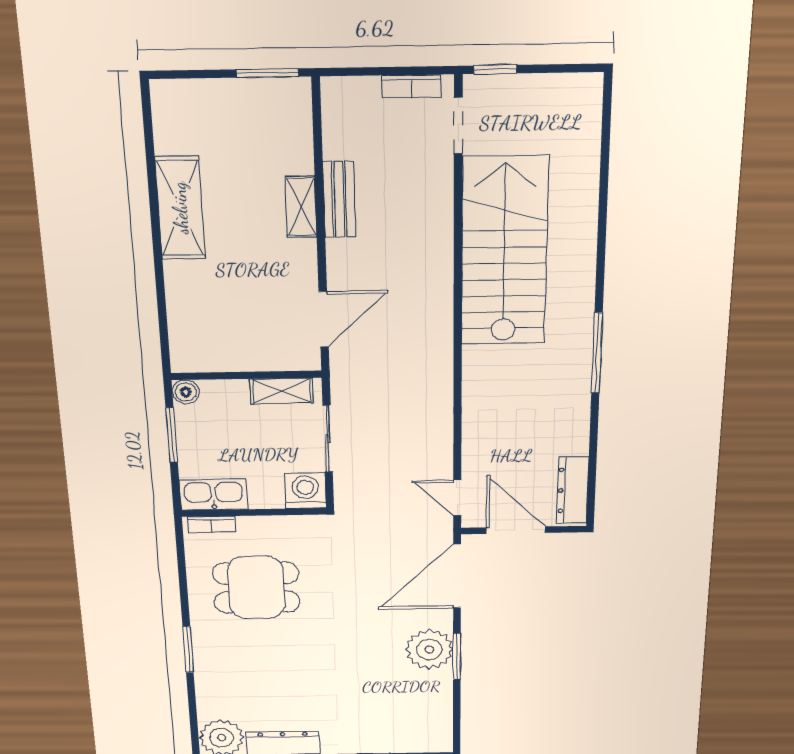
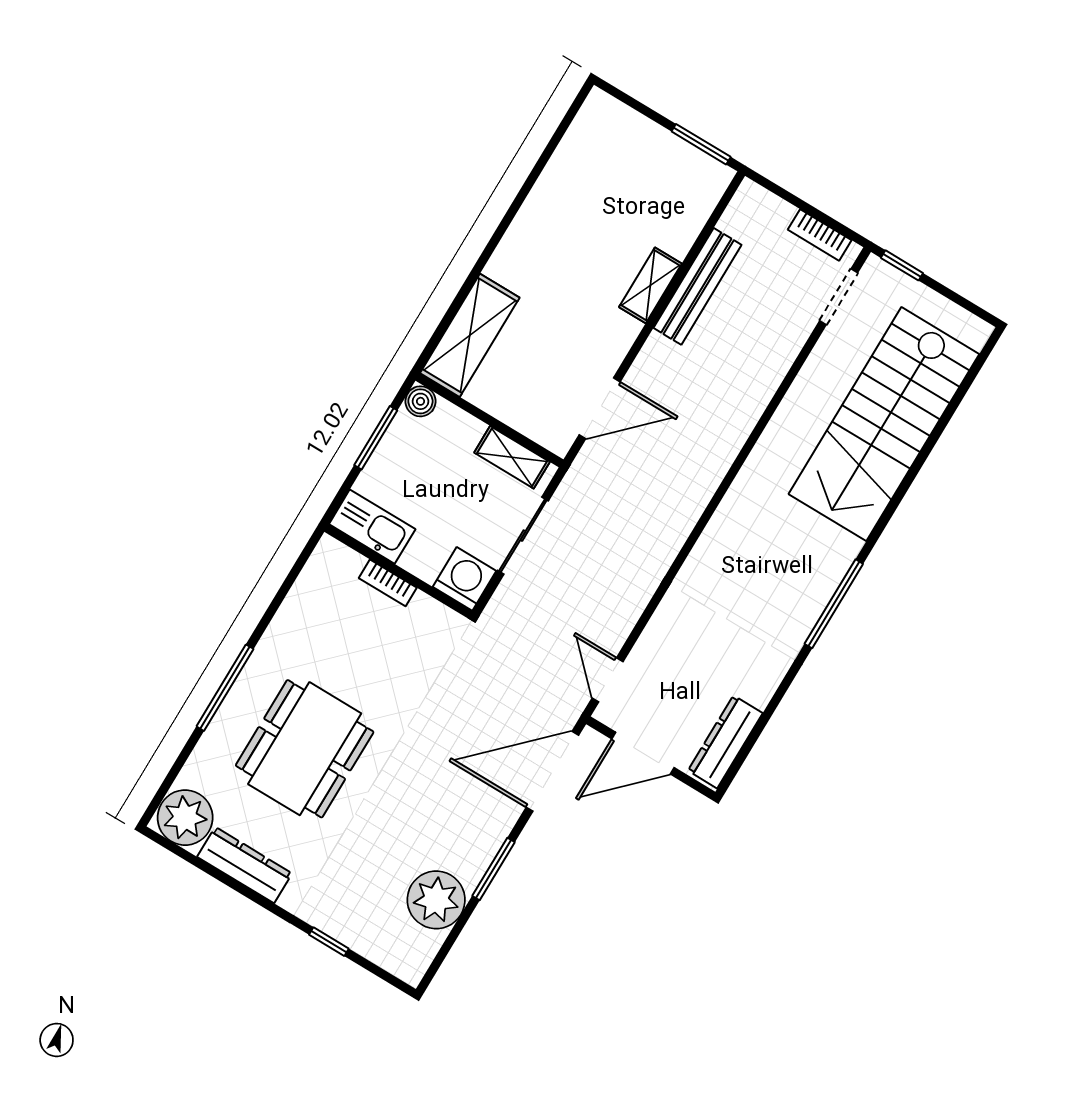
bench: (339, 199) -> (697, 286), width x1.36
shelving: (180, 208) -> (470, 335), moved
stairs: (504, 252) -> (884, 424), moved, turned 180
bookcase: (212, 524) -> (388, 583), moved
door: (516, 530) -> (643, 753), swing flipped
dining table: (256, 588) -> (305, 749), moved, width x1.38
window: (188, 649) -> (225, 688), width x1.44
plant: (429, 649) -> (436, 900), moved

